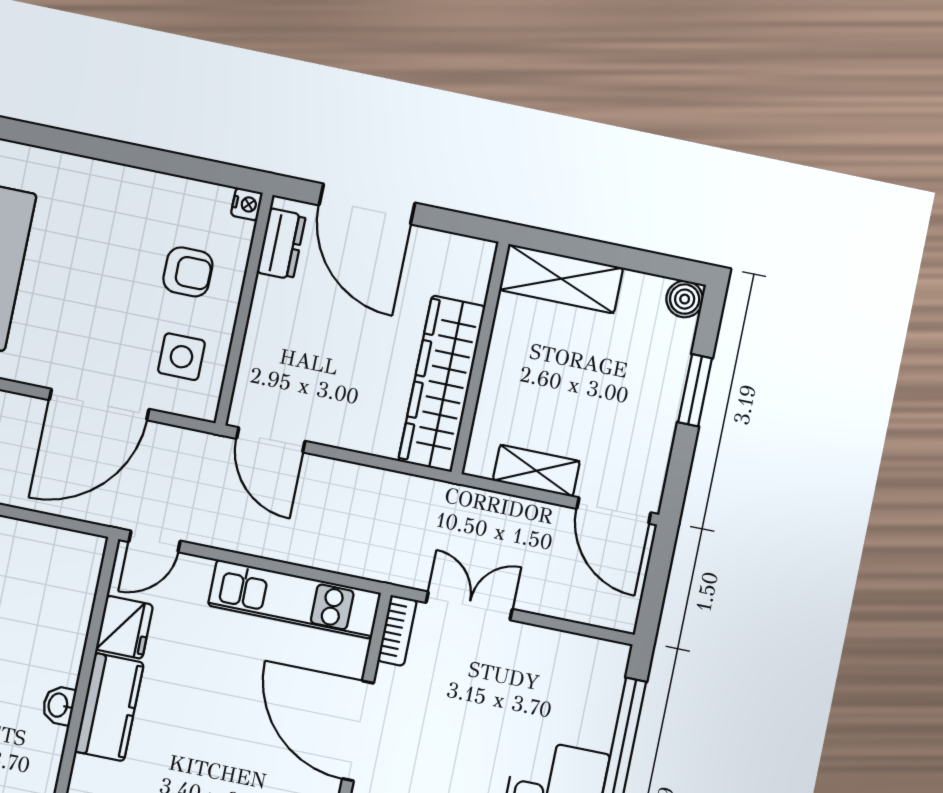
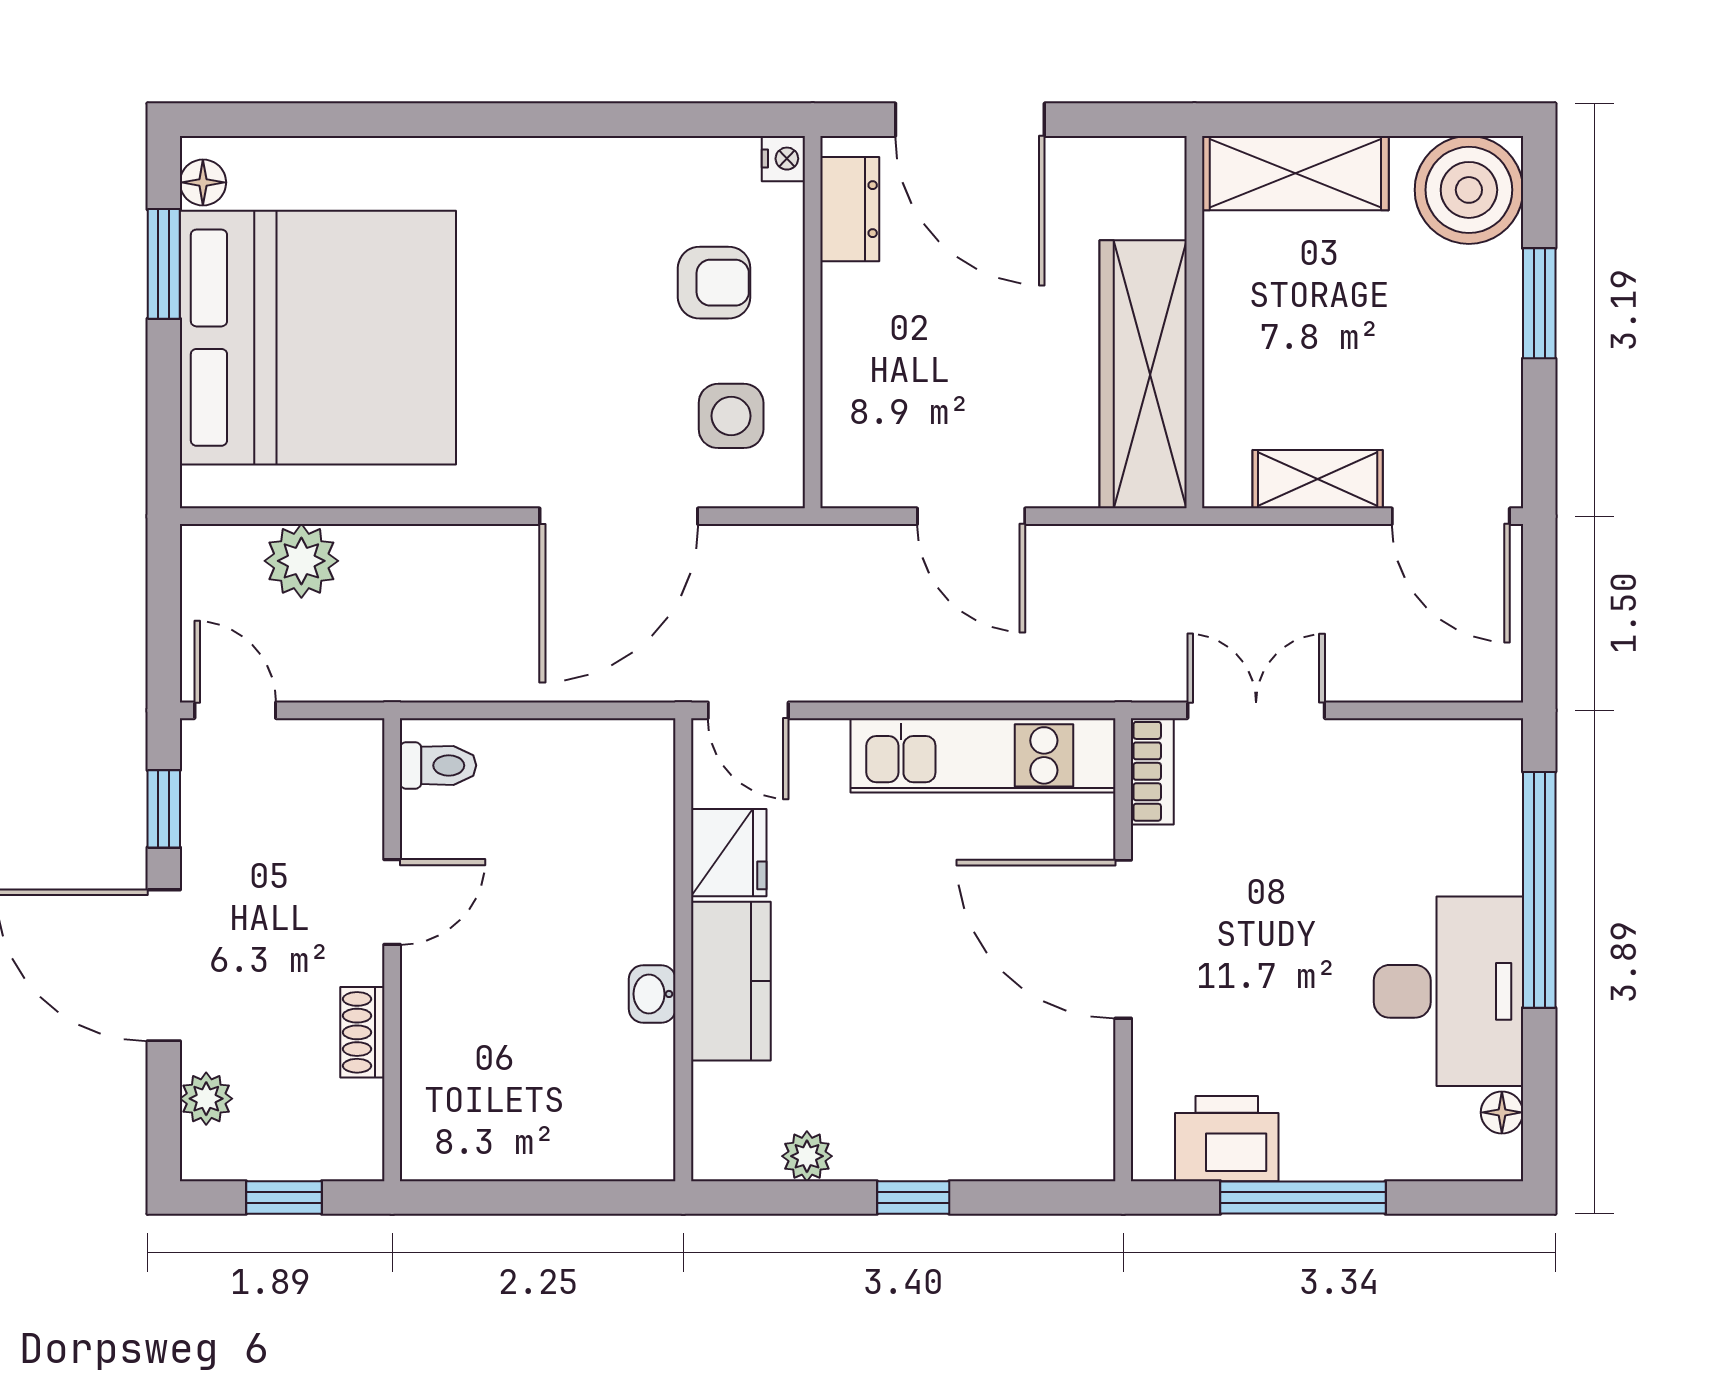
boiler: (685, 299) -> (1469, 190), width x1.86, depth x1.86
door: (271, 440) -> (971, 516), moved
door: (155, 541) -> (748, 710), hinge flipped

